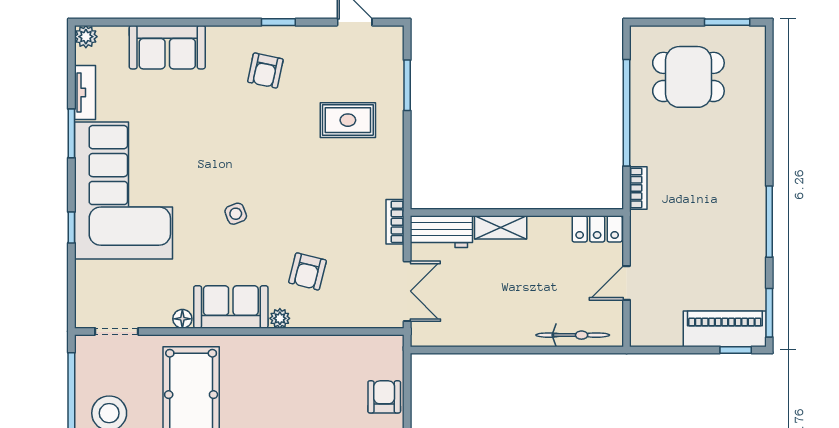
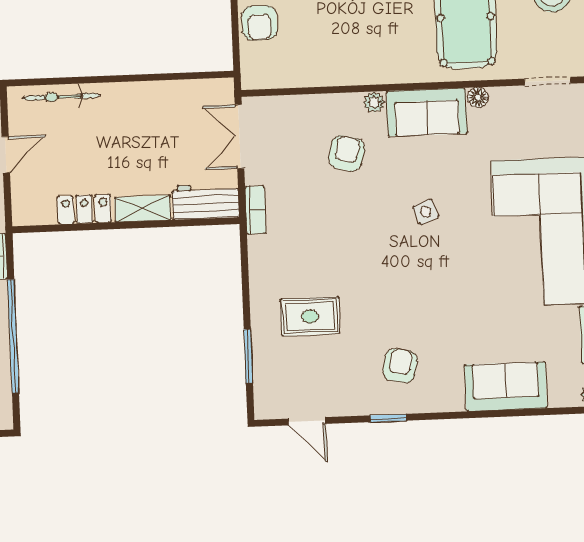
locker: (597, 229) -> (84, 209), moved

